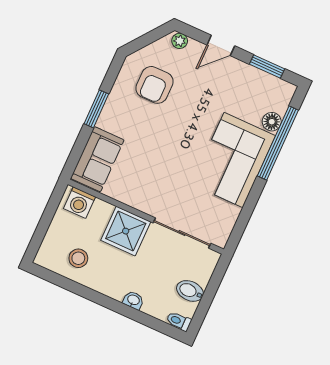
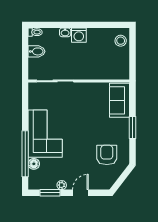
plant: (180, 41) -> (62, 185), moved
washing machine: (80, 203) -> (79, 35), moved, turned 180
shower: (126, 231) -> (86, 68), removed
stool: (78, 258) -> (121, 41), moved

